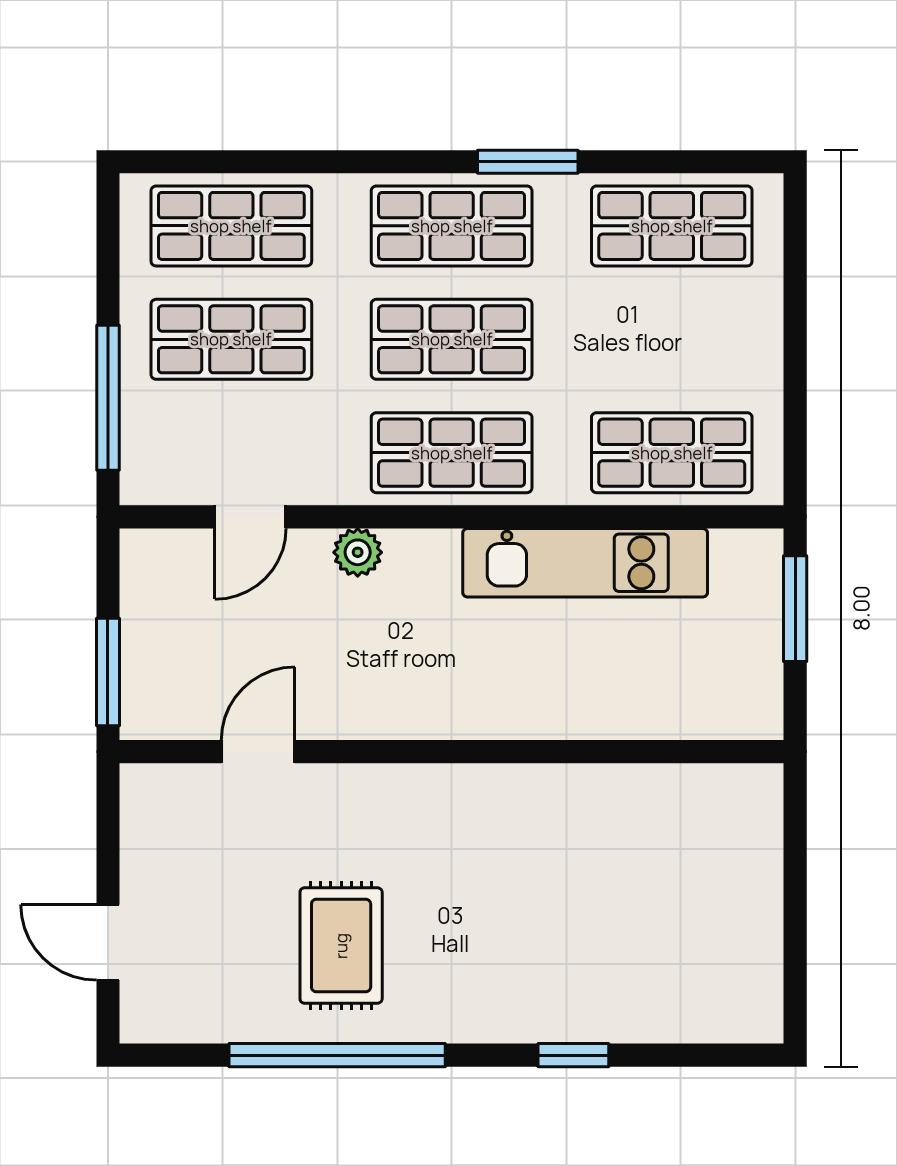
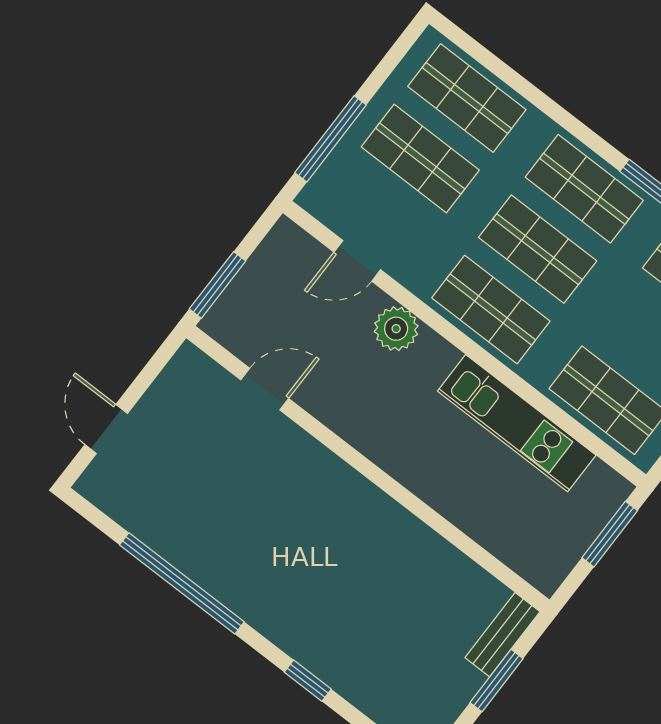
plant: (358, 552) -> (396, 329), width x1.38, depth x1.38
bench: (760, 824) -> (502, 635), added
window: (795, 884) -> (497, 681), added
rug: (341, 946) -> (229, 527), removed

